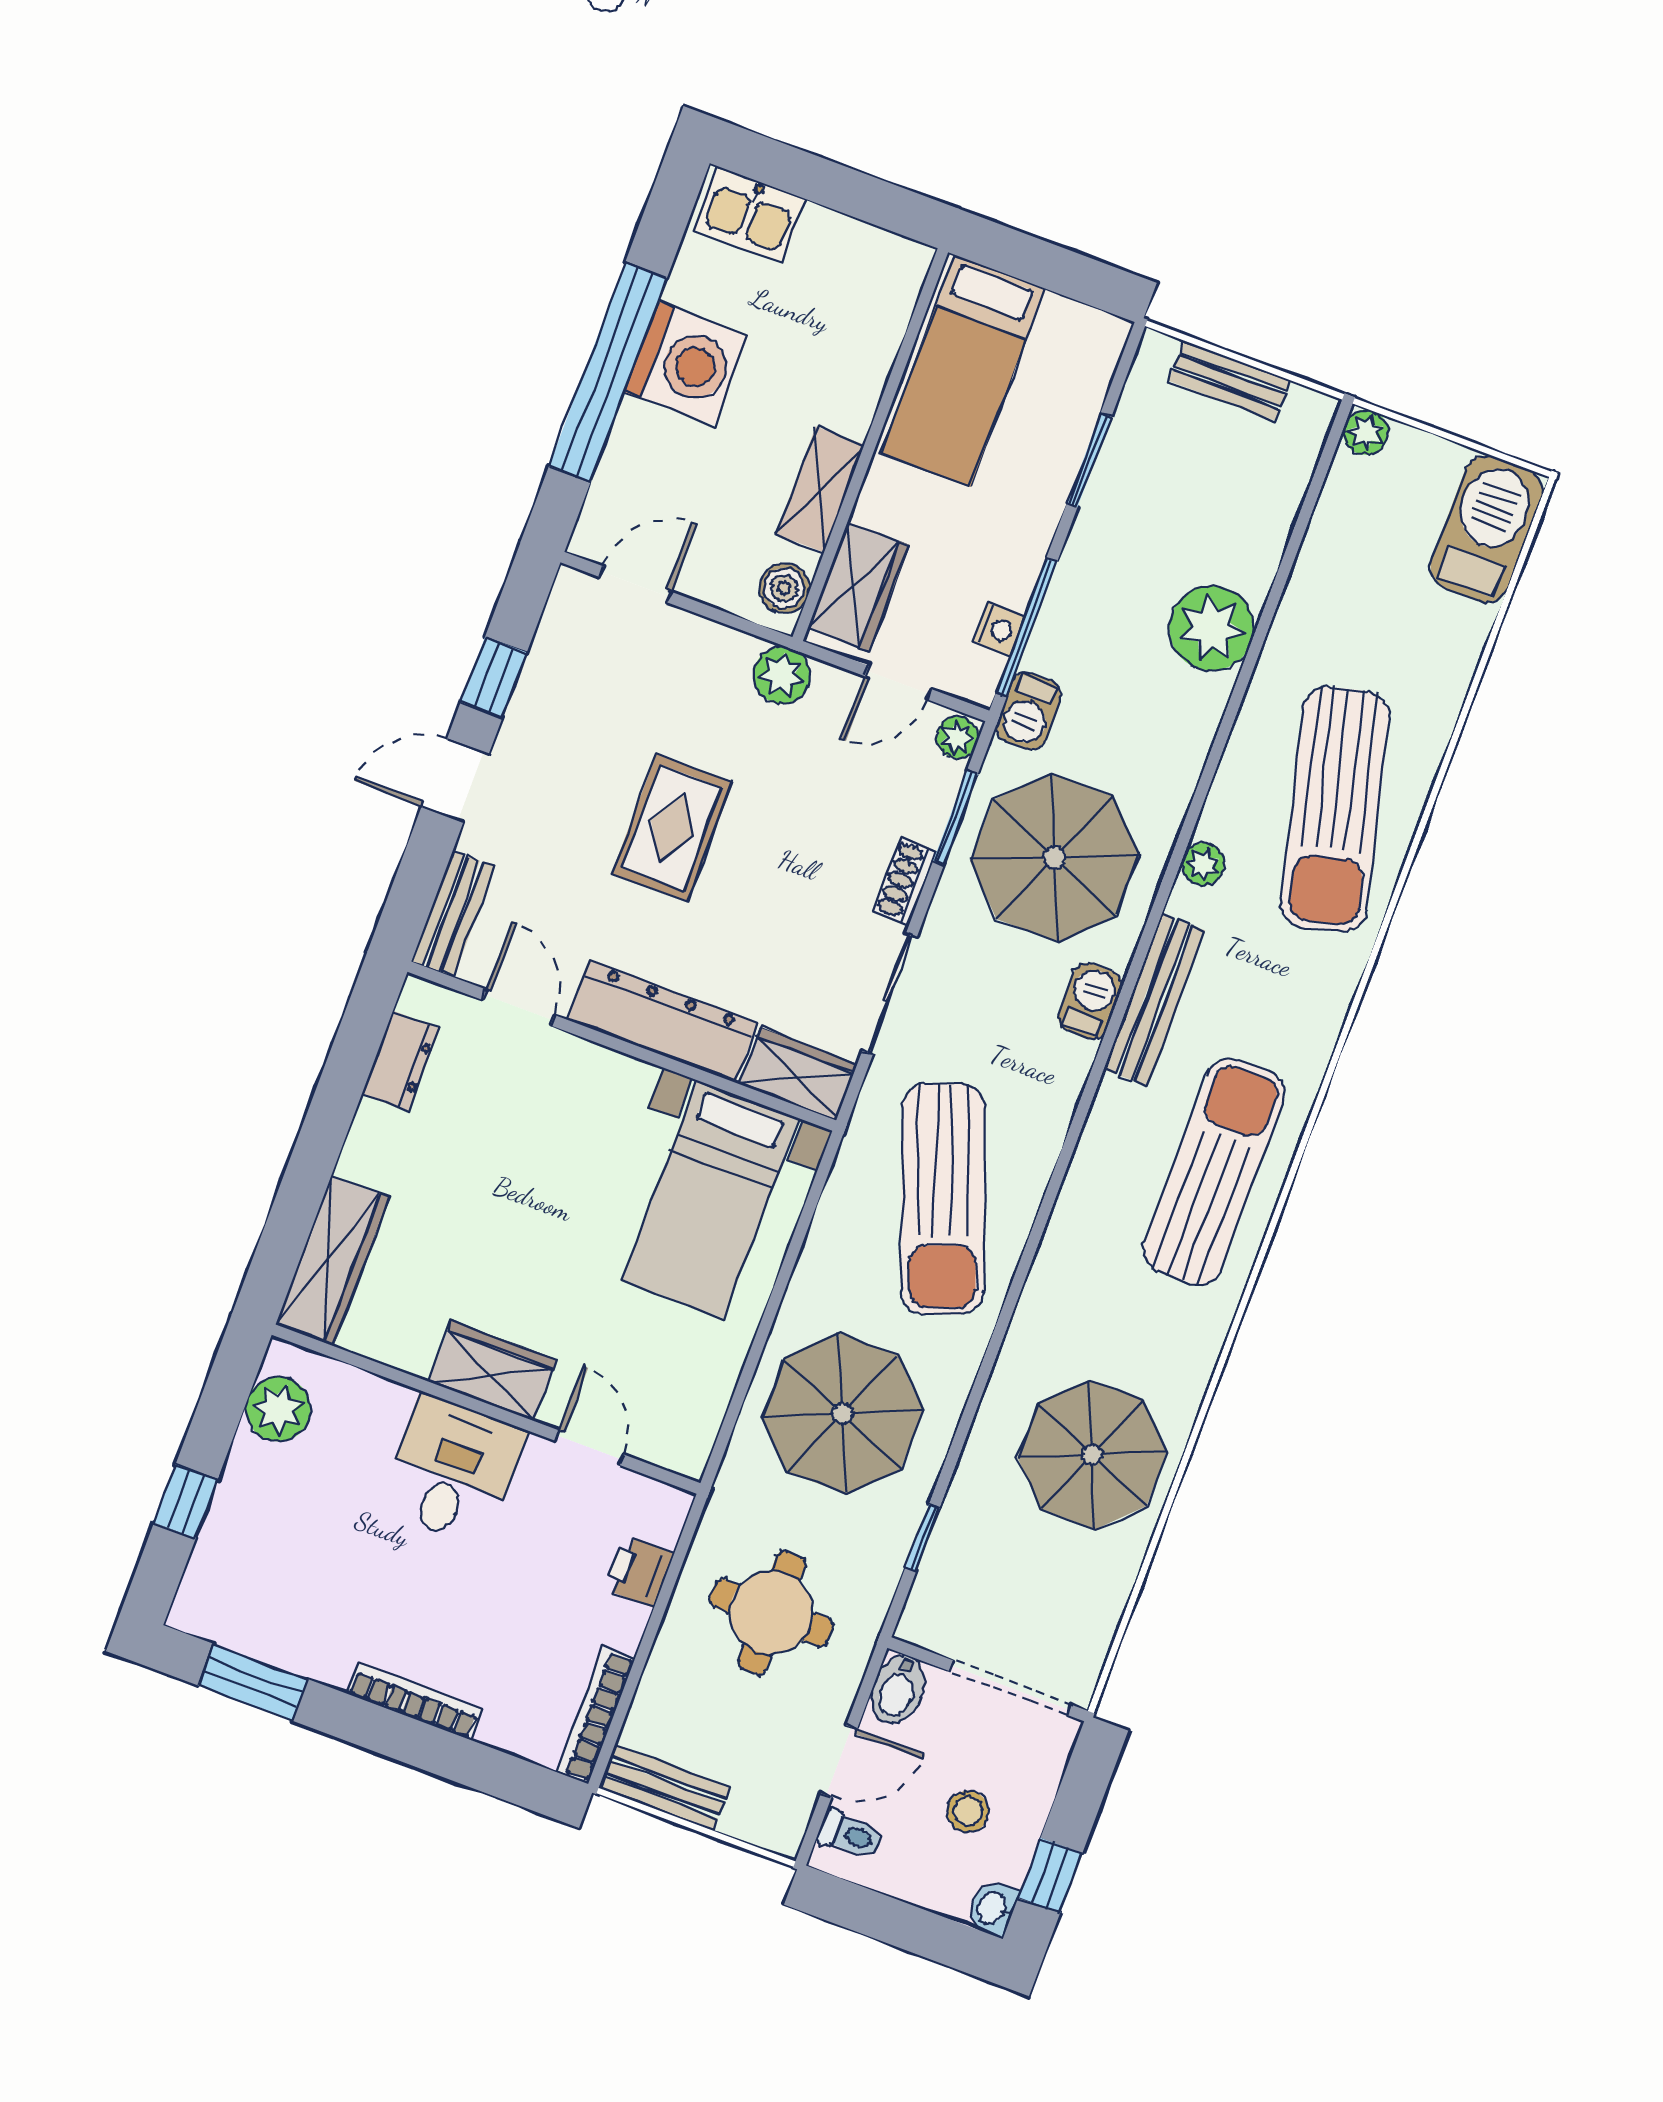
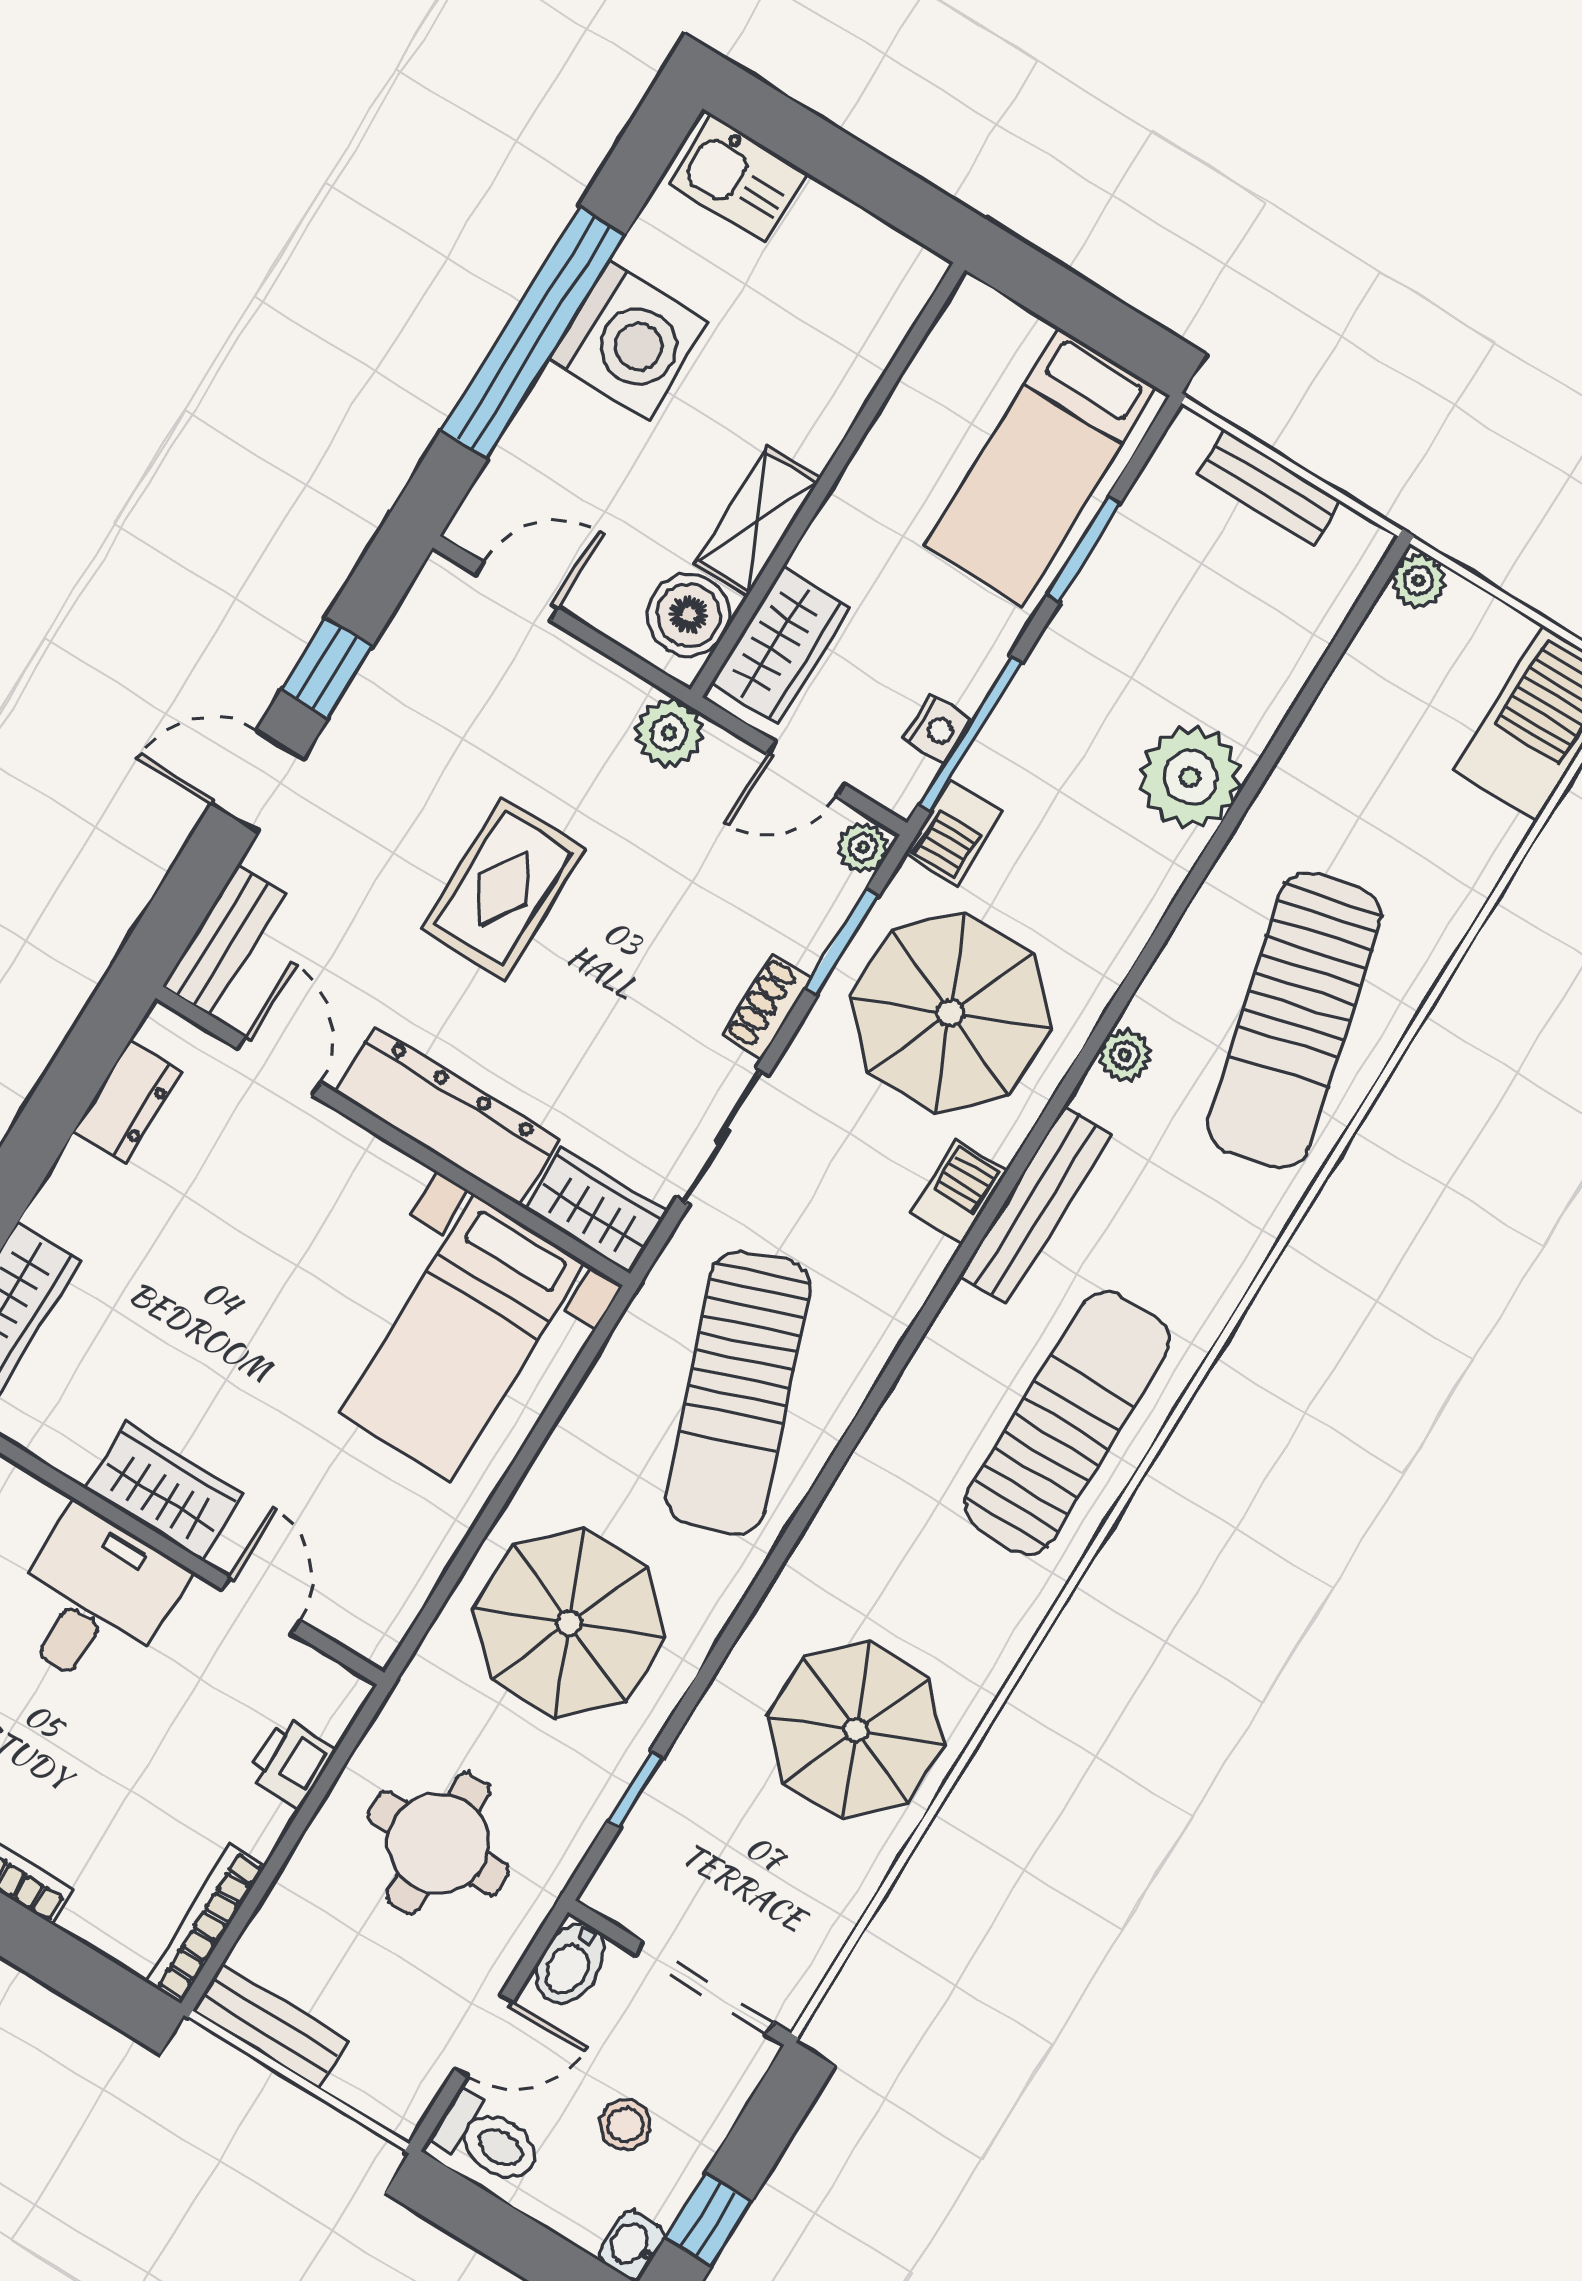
bed: (963, 371) -> (1041, 467), moved
boiler: (784, 588) -> (688, 615), width x1.36, depth x1.36
toilet: (850, 1835) -> (488, 2140), width x1.37, depth x1.39

